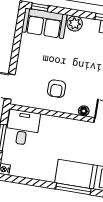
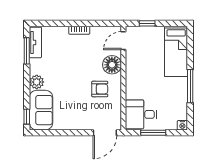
floor lamp: (84, 111) -> (112, 65), width x1.89, depth x1.89
window: (73, 189) -> (190, 86), moved

